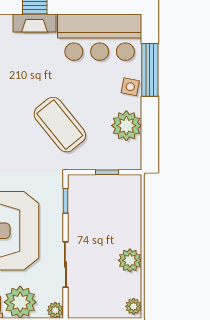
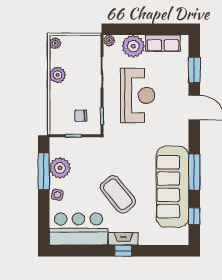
window: (150, 70) -> (44, 171), moved
coffee table: (60, 125) -> (118, 194), moved
chair: (96, 201) -> (81, 116), added

